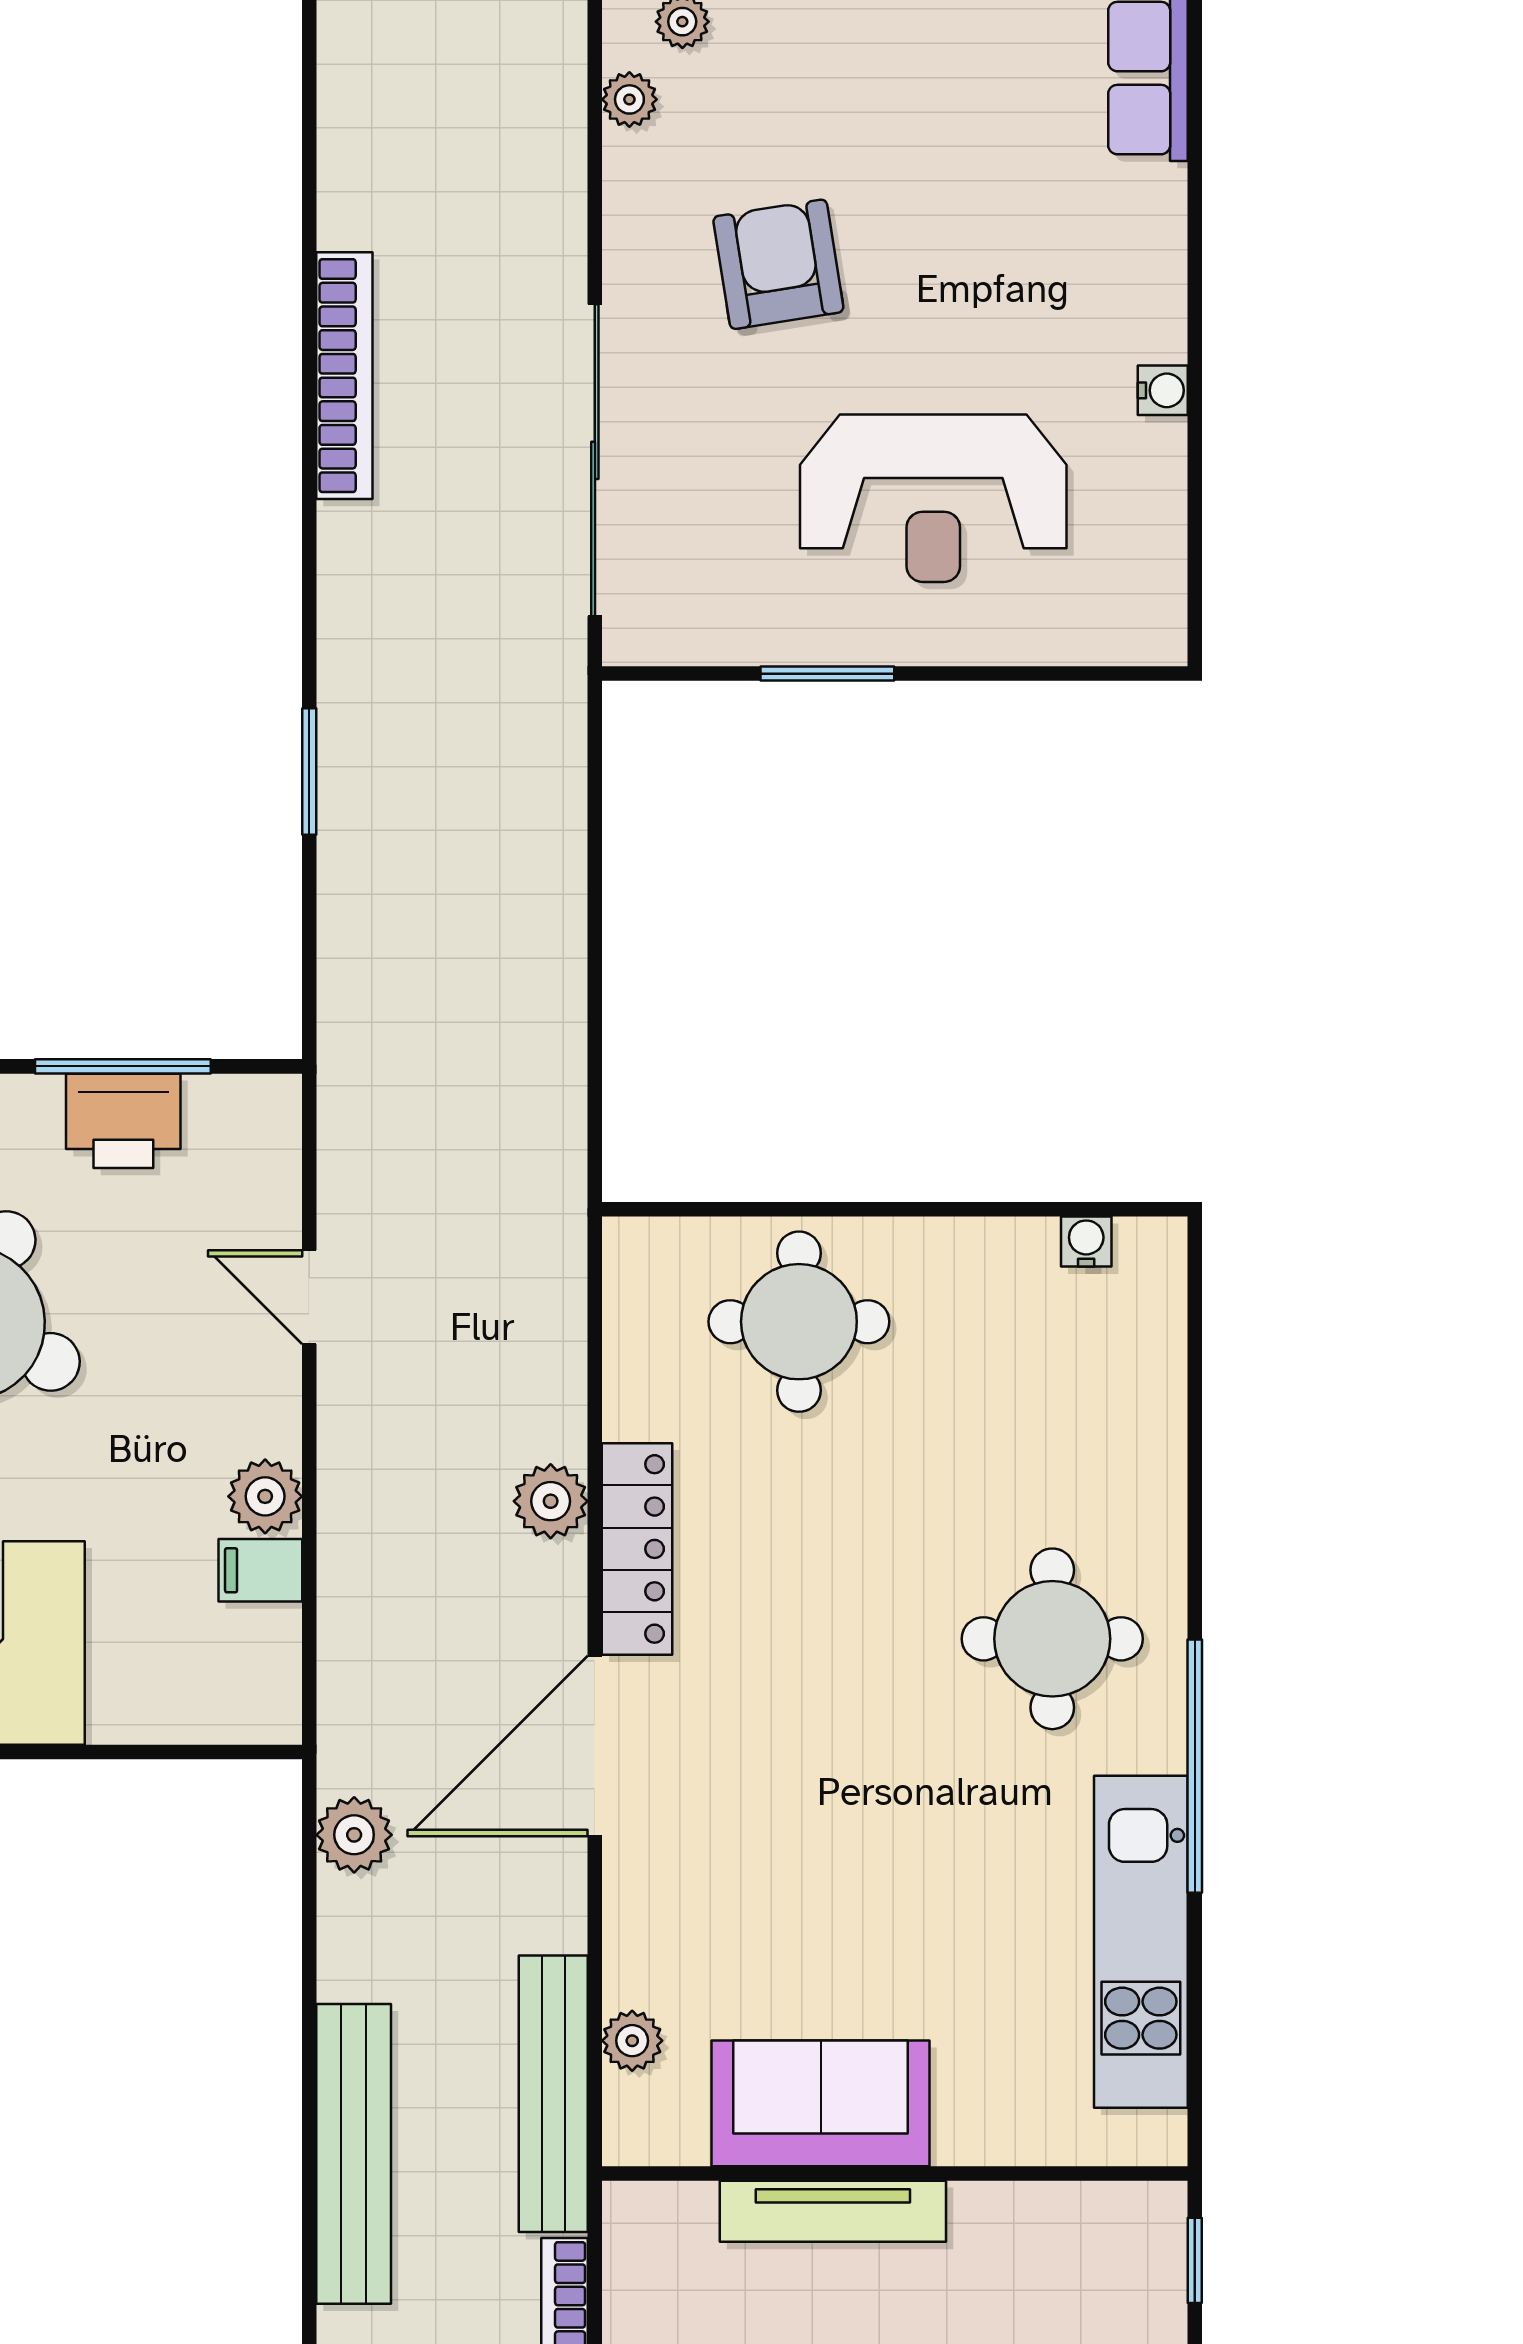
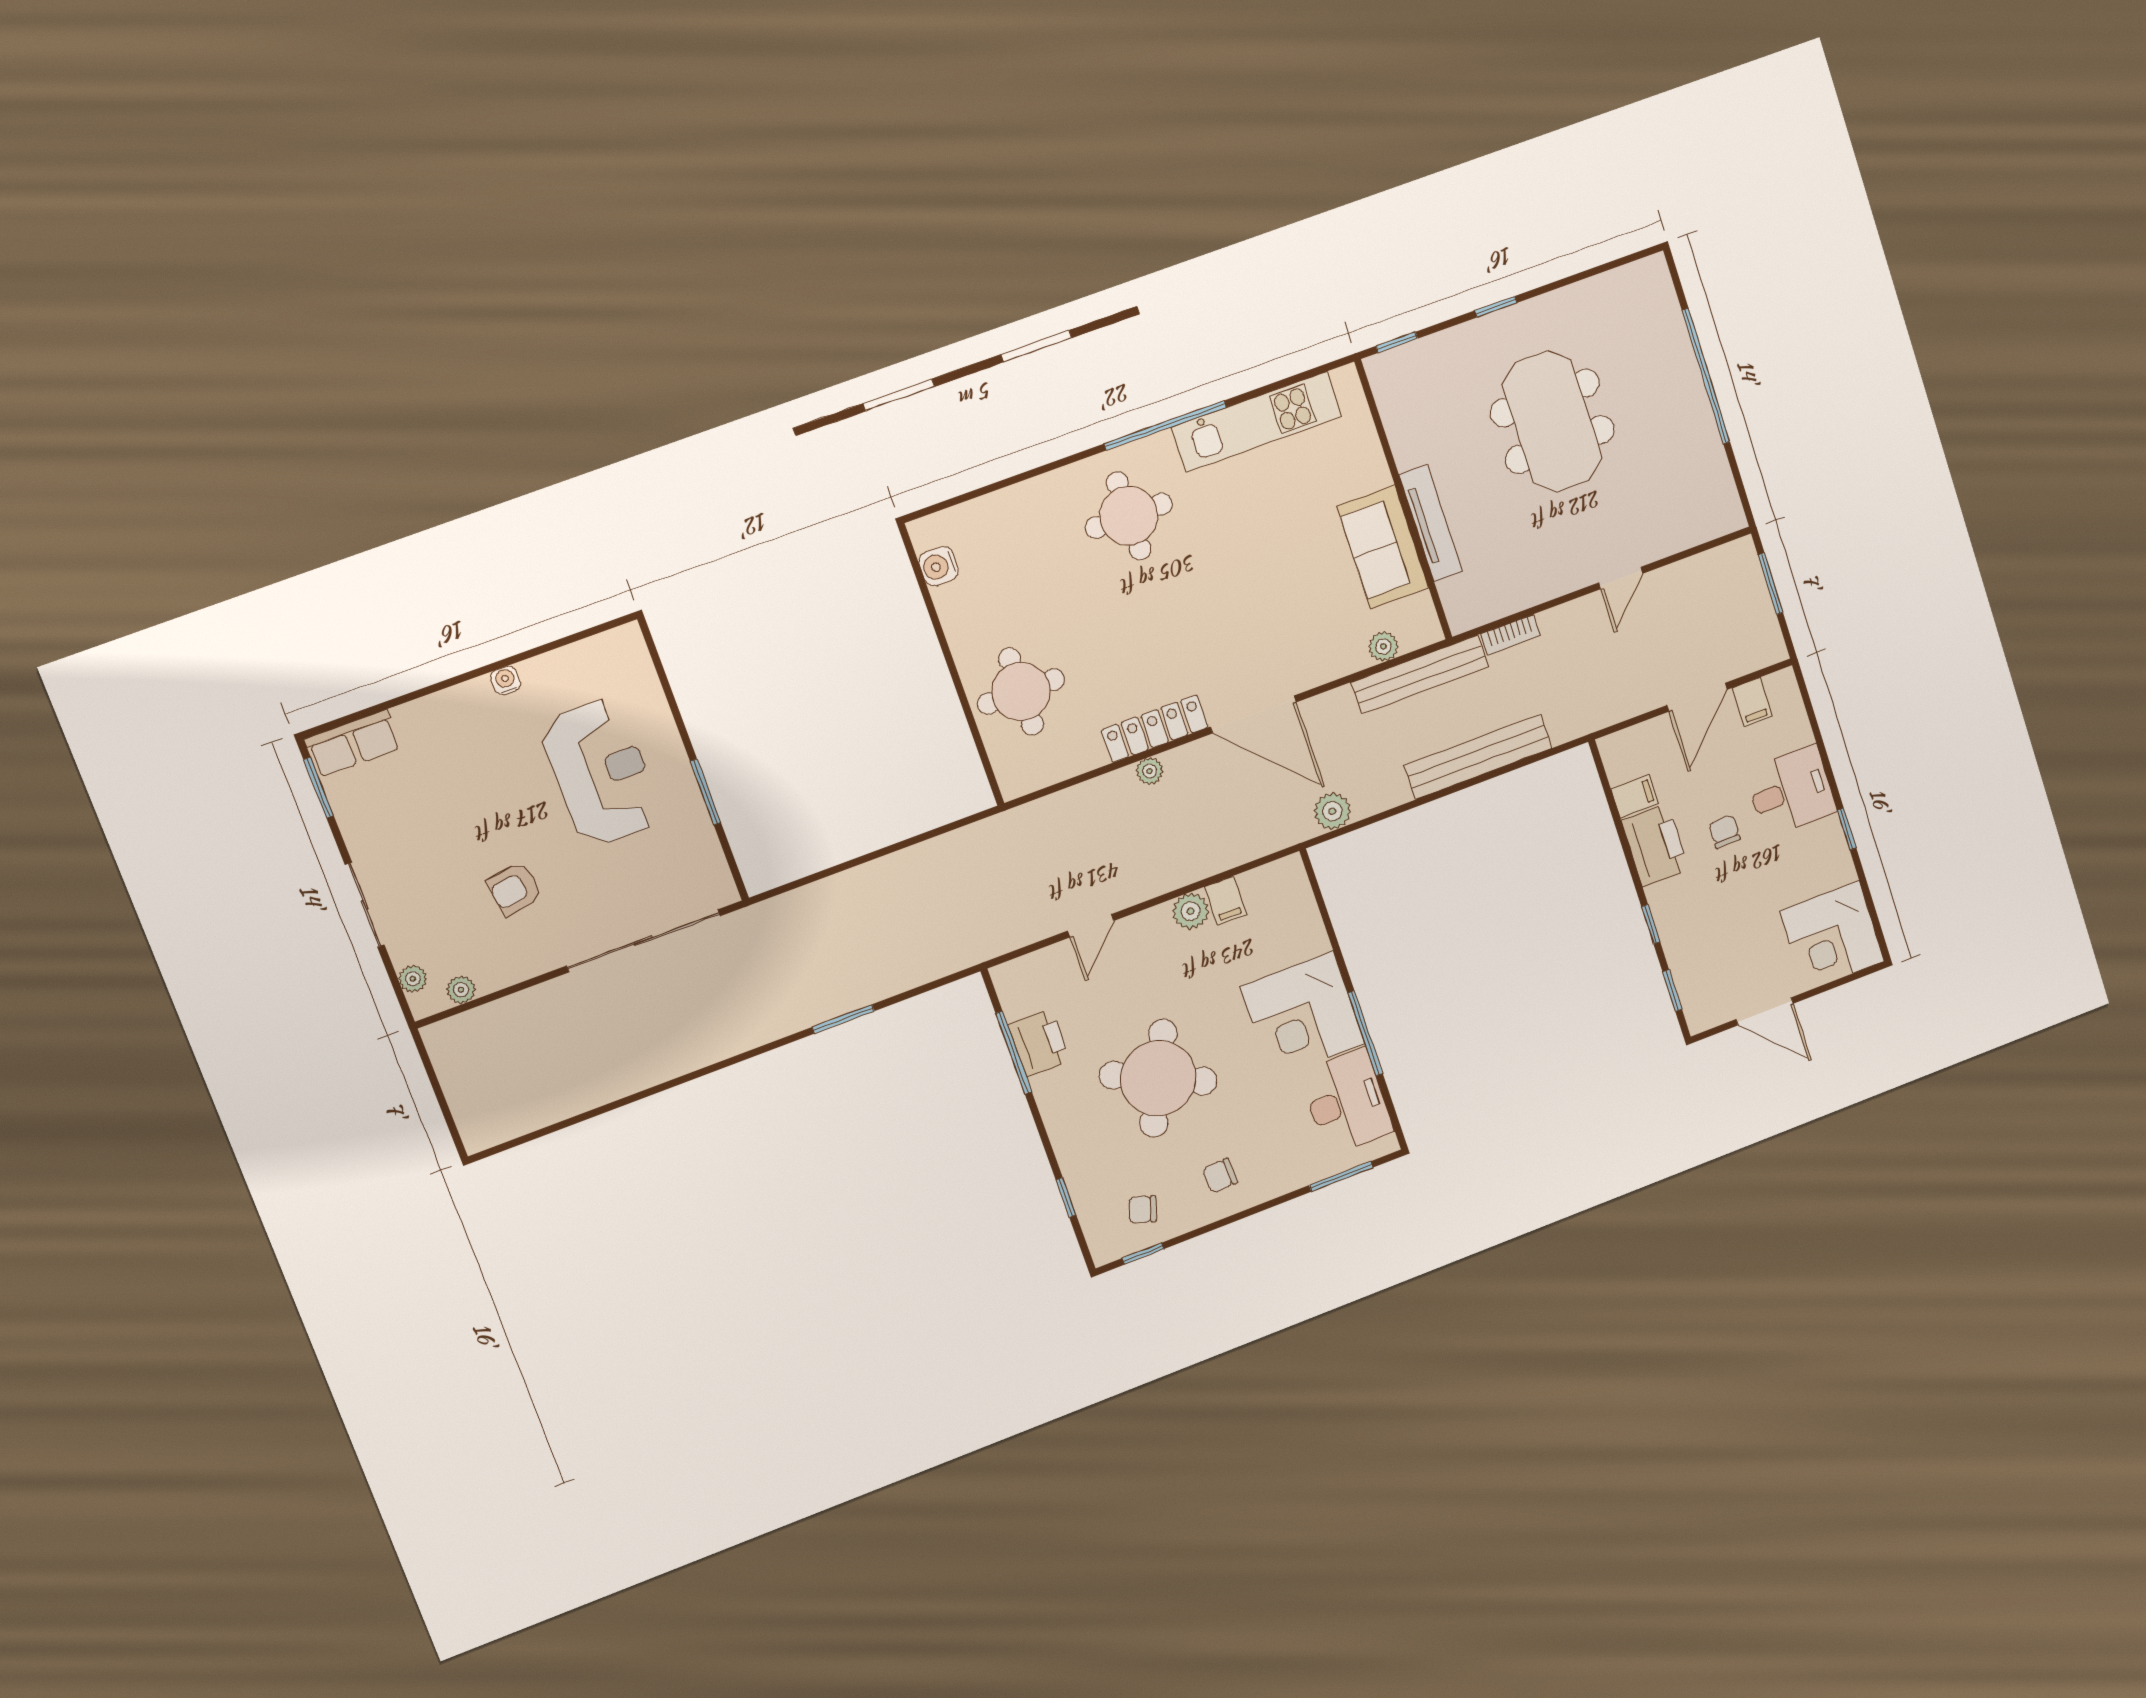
armchair: (778, 264) -> (515, 889), width x0.72, depth x0.72
bookcase: (344, 376) -> (647, 1074), removed
water cooler: (1086, 1241) -> (939, 566), width x1.38, depth x1.38
plant: (551, 1501) -> (1150, 771), width x0.73, depth x0.73

